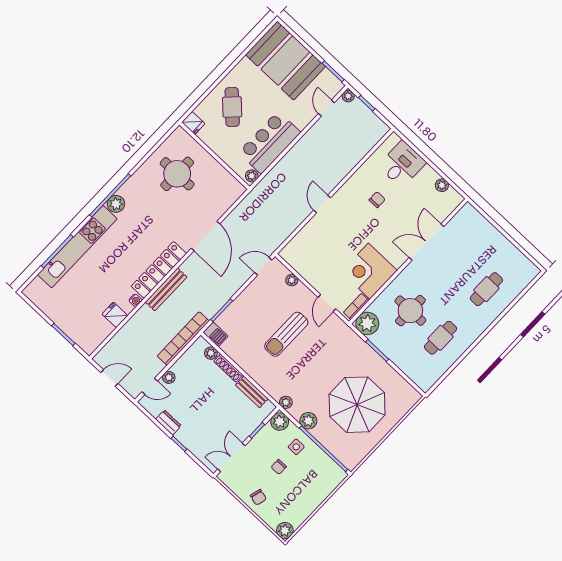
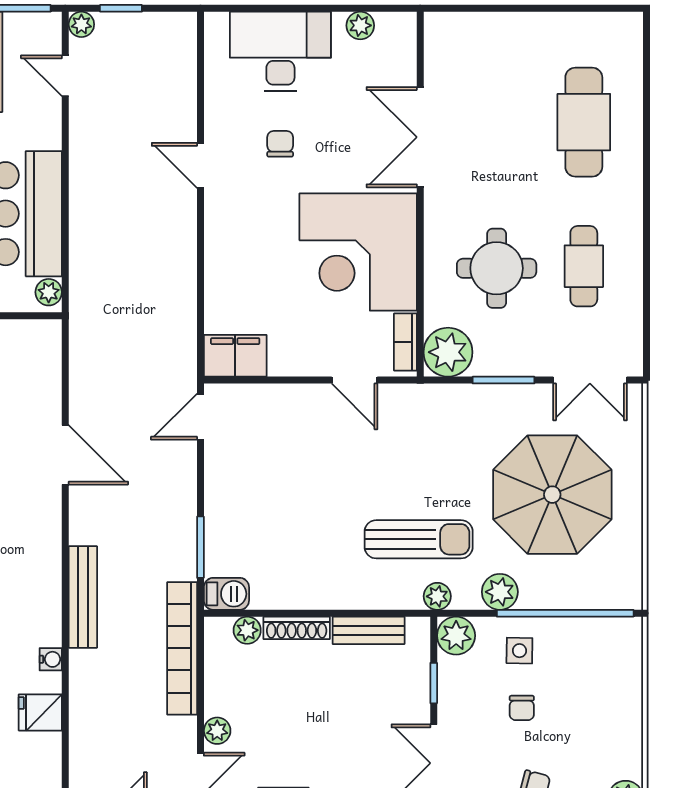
desk: (402, 164) -> (280, 51), width x1.37
door: (322, 204) -> (200, 165), moved
door: (205, 236) -> (65, 455), width x0.73
filing cabinet: (294, 257) -> (235, 356), added
locker: (159, 270) -> (43, 577), removed
corner desk: (369, 271) -> (358, 252), width x1.36, depth x1.36
plant: (292, 280) -> (266, 396), removed
cafe table: (486, 289) -> (584, 122), width x1.37, depth x1.35
sun lounger: (286, 334) -> (419, 539), moved, turned -90
double door: (406, 378) -> (590, 380), added

